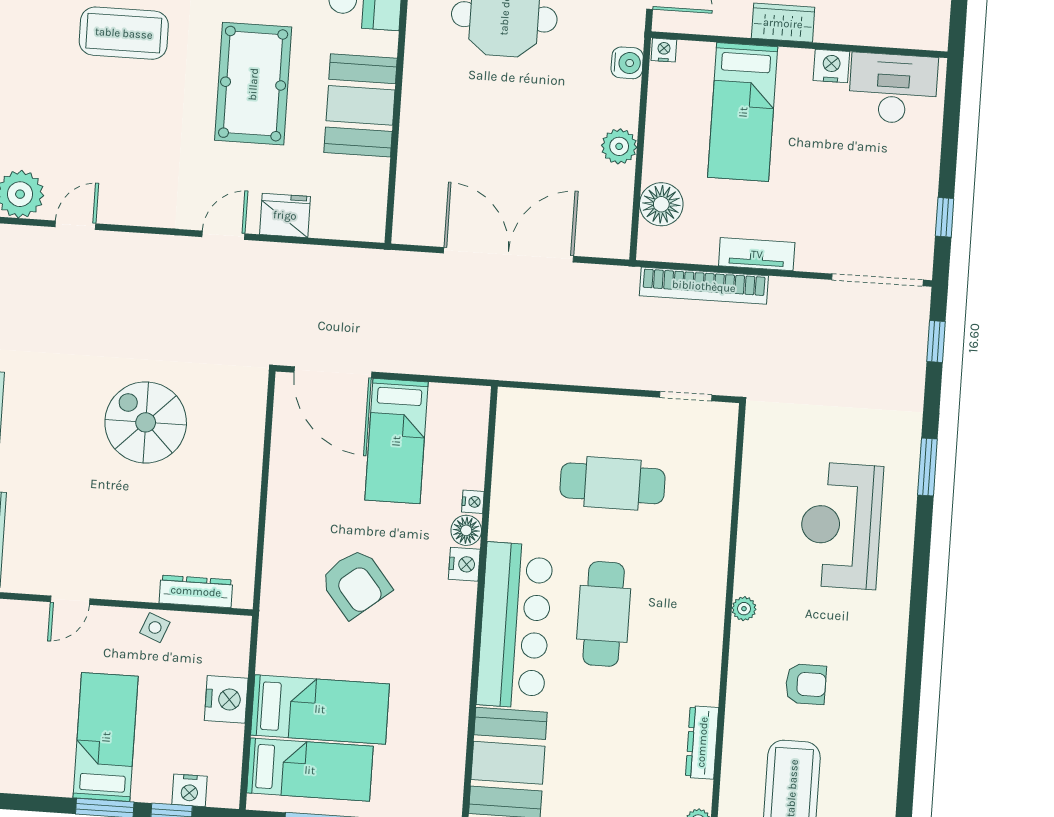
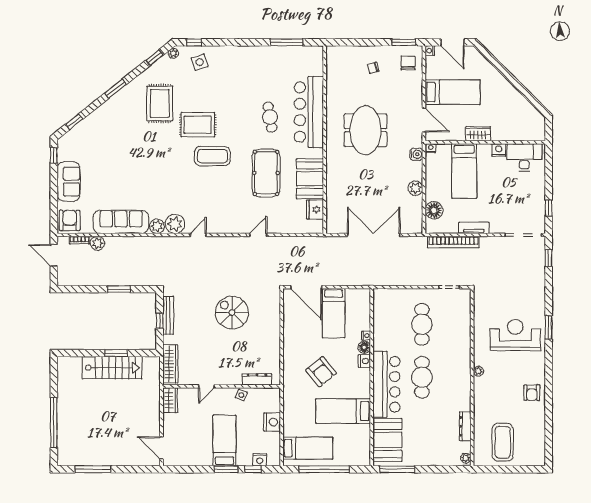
fridge: (285, 215) -> (315, 210), moved, turned -90
window: (927, 467) -> (549, 327), moved
cafe table: (612, 483) -> (422, 324), turned 90
reception desk: (841, 526) -> (515, 335), turned 90
armchair: (806, 684) -> (532, 393), moved, turned 90
bed: (320, 709) -> (343, 411), moved, turned 180

